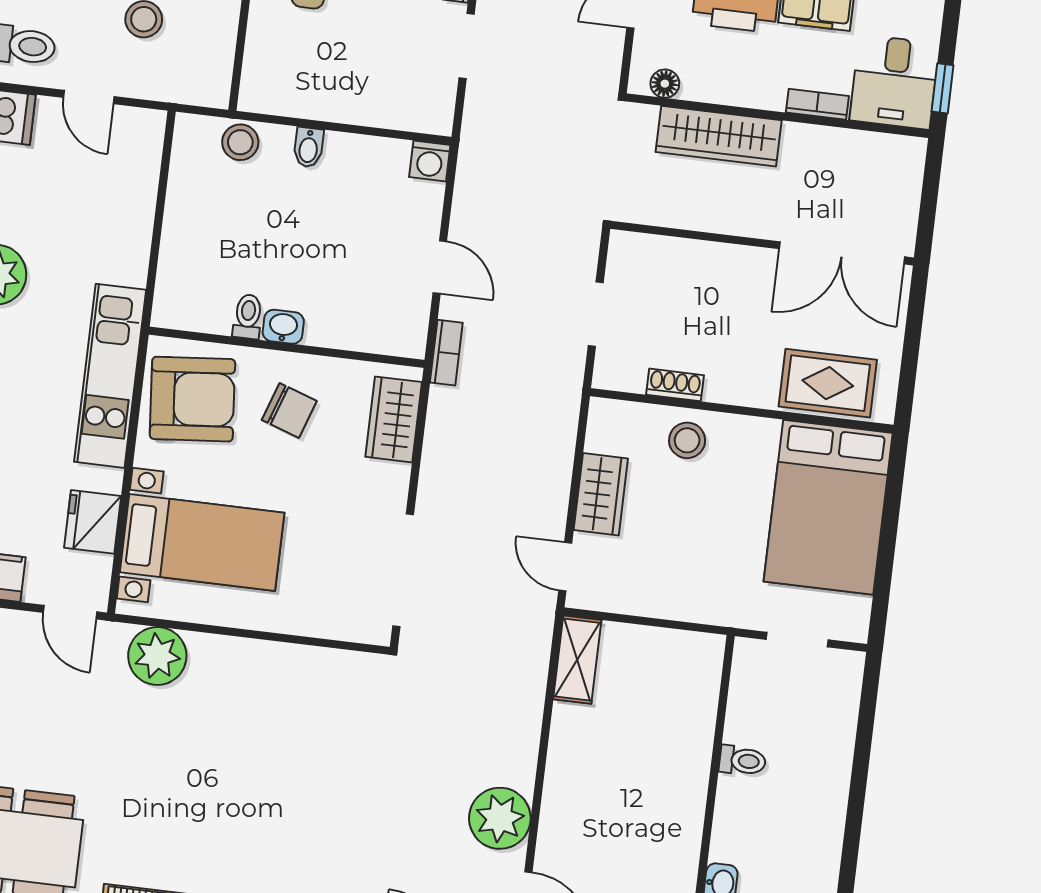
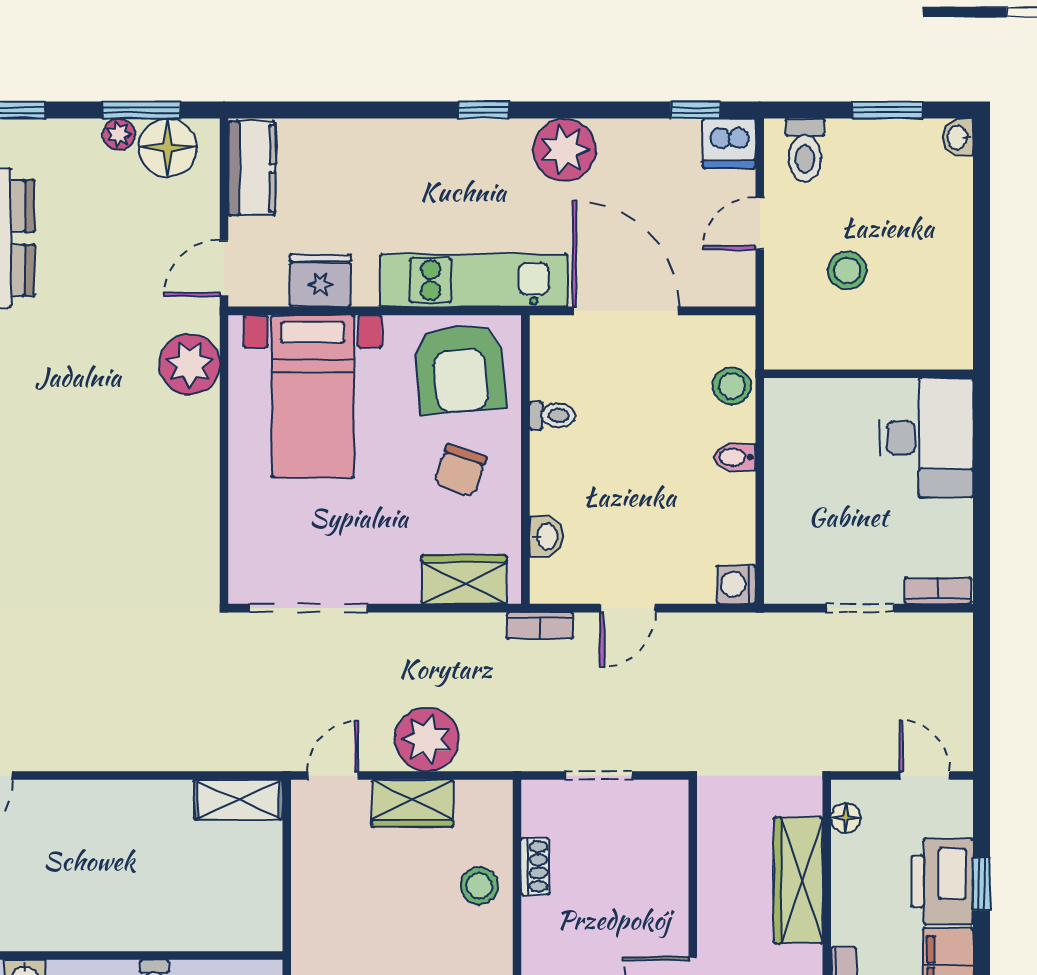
door: (157, 235) -> (626, 311), added
washbasin: (283, 327) -> (546, 536), moved
plant: (500, 818) -> (427, 739), moved

